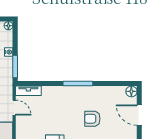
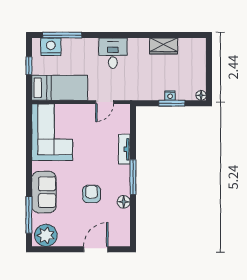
window: (15, 67) -> (172, 103), moved
tv unit: (28, 91) -> (124, 149), moved
floor lamp: (131, 91) -> (124, 202), moved

